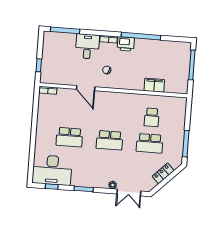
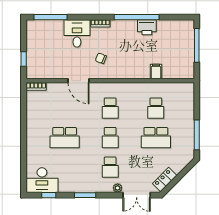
printer: (126, 44) -> (147, 27), moved
filing cabinet: (154, 85) -> (156, 71), width x0.50
school desk: (112, 114) -> (110, 108), added
school desk: (110, 140) -> (110, 138), width x0.54
school desk: (108, 166) -> (110, 167), added
desk: (52, 170) -> (42, 180), width x0.73, depth x0.77
locker: (163, 173) -> (165, 180), moved

